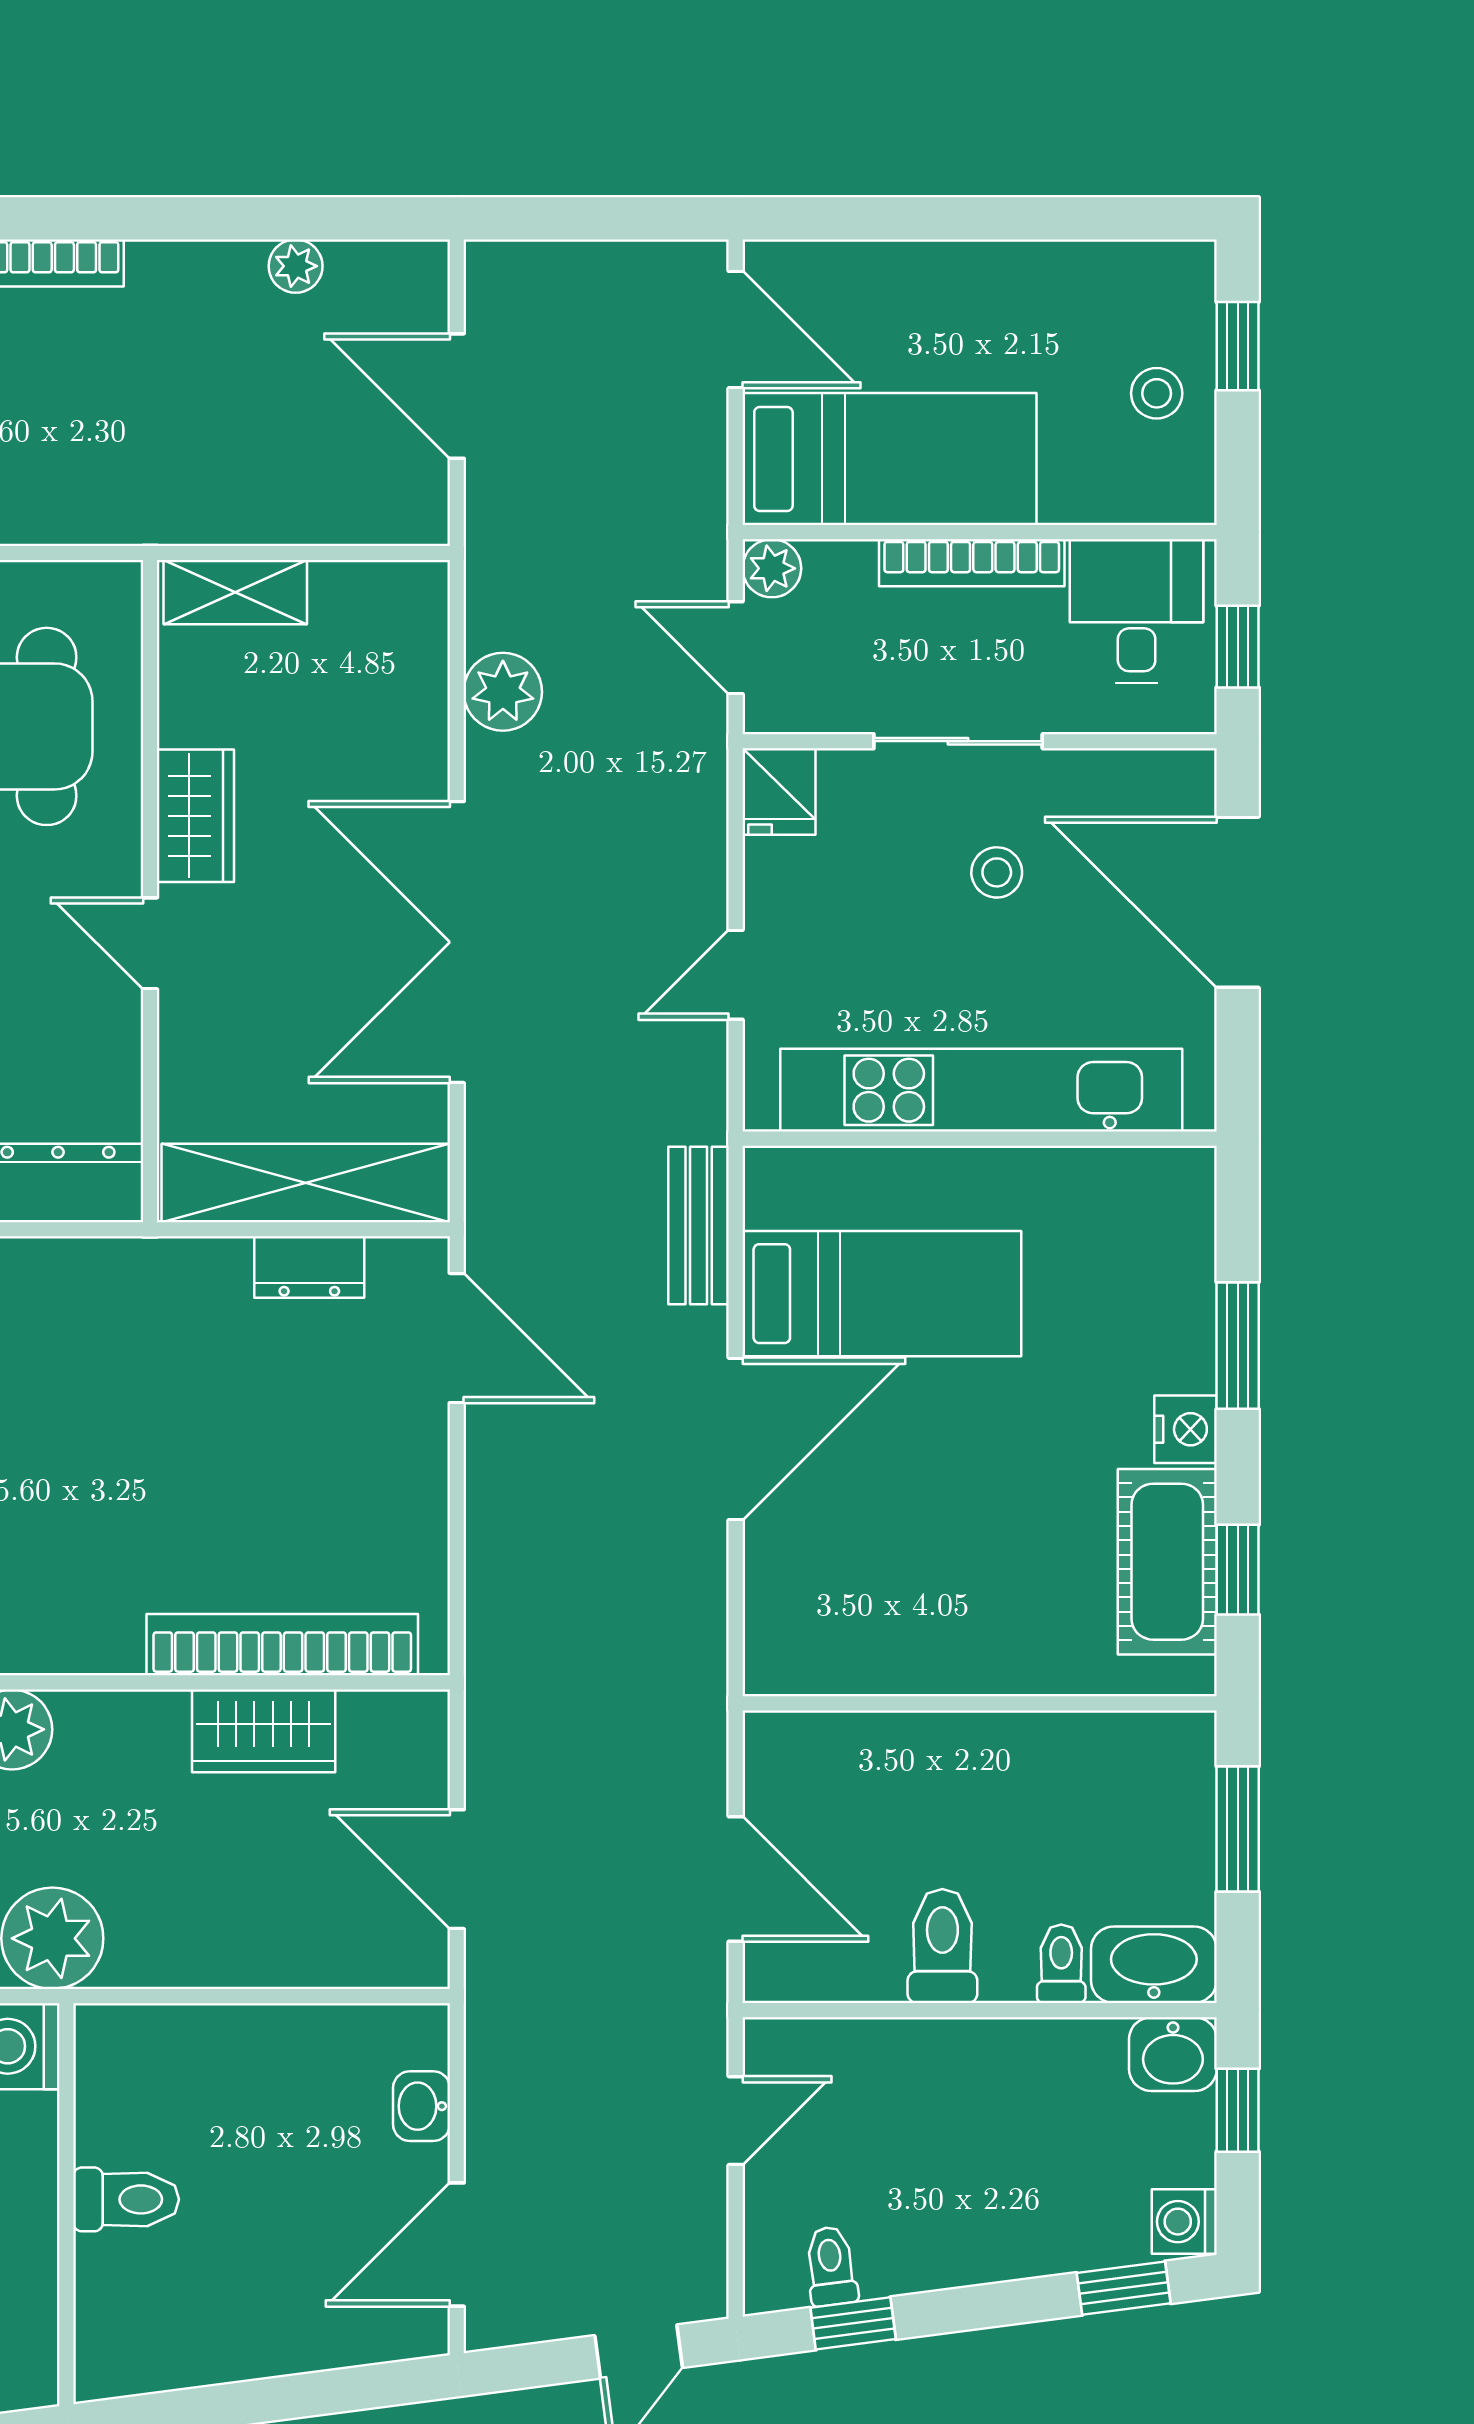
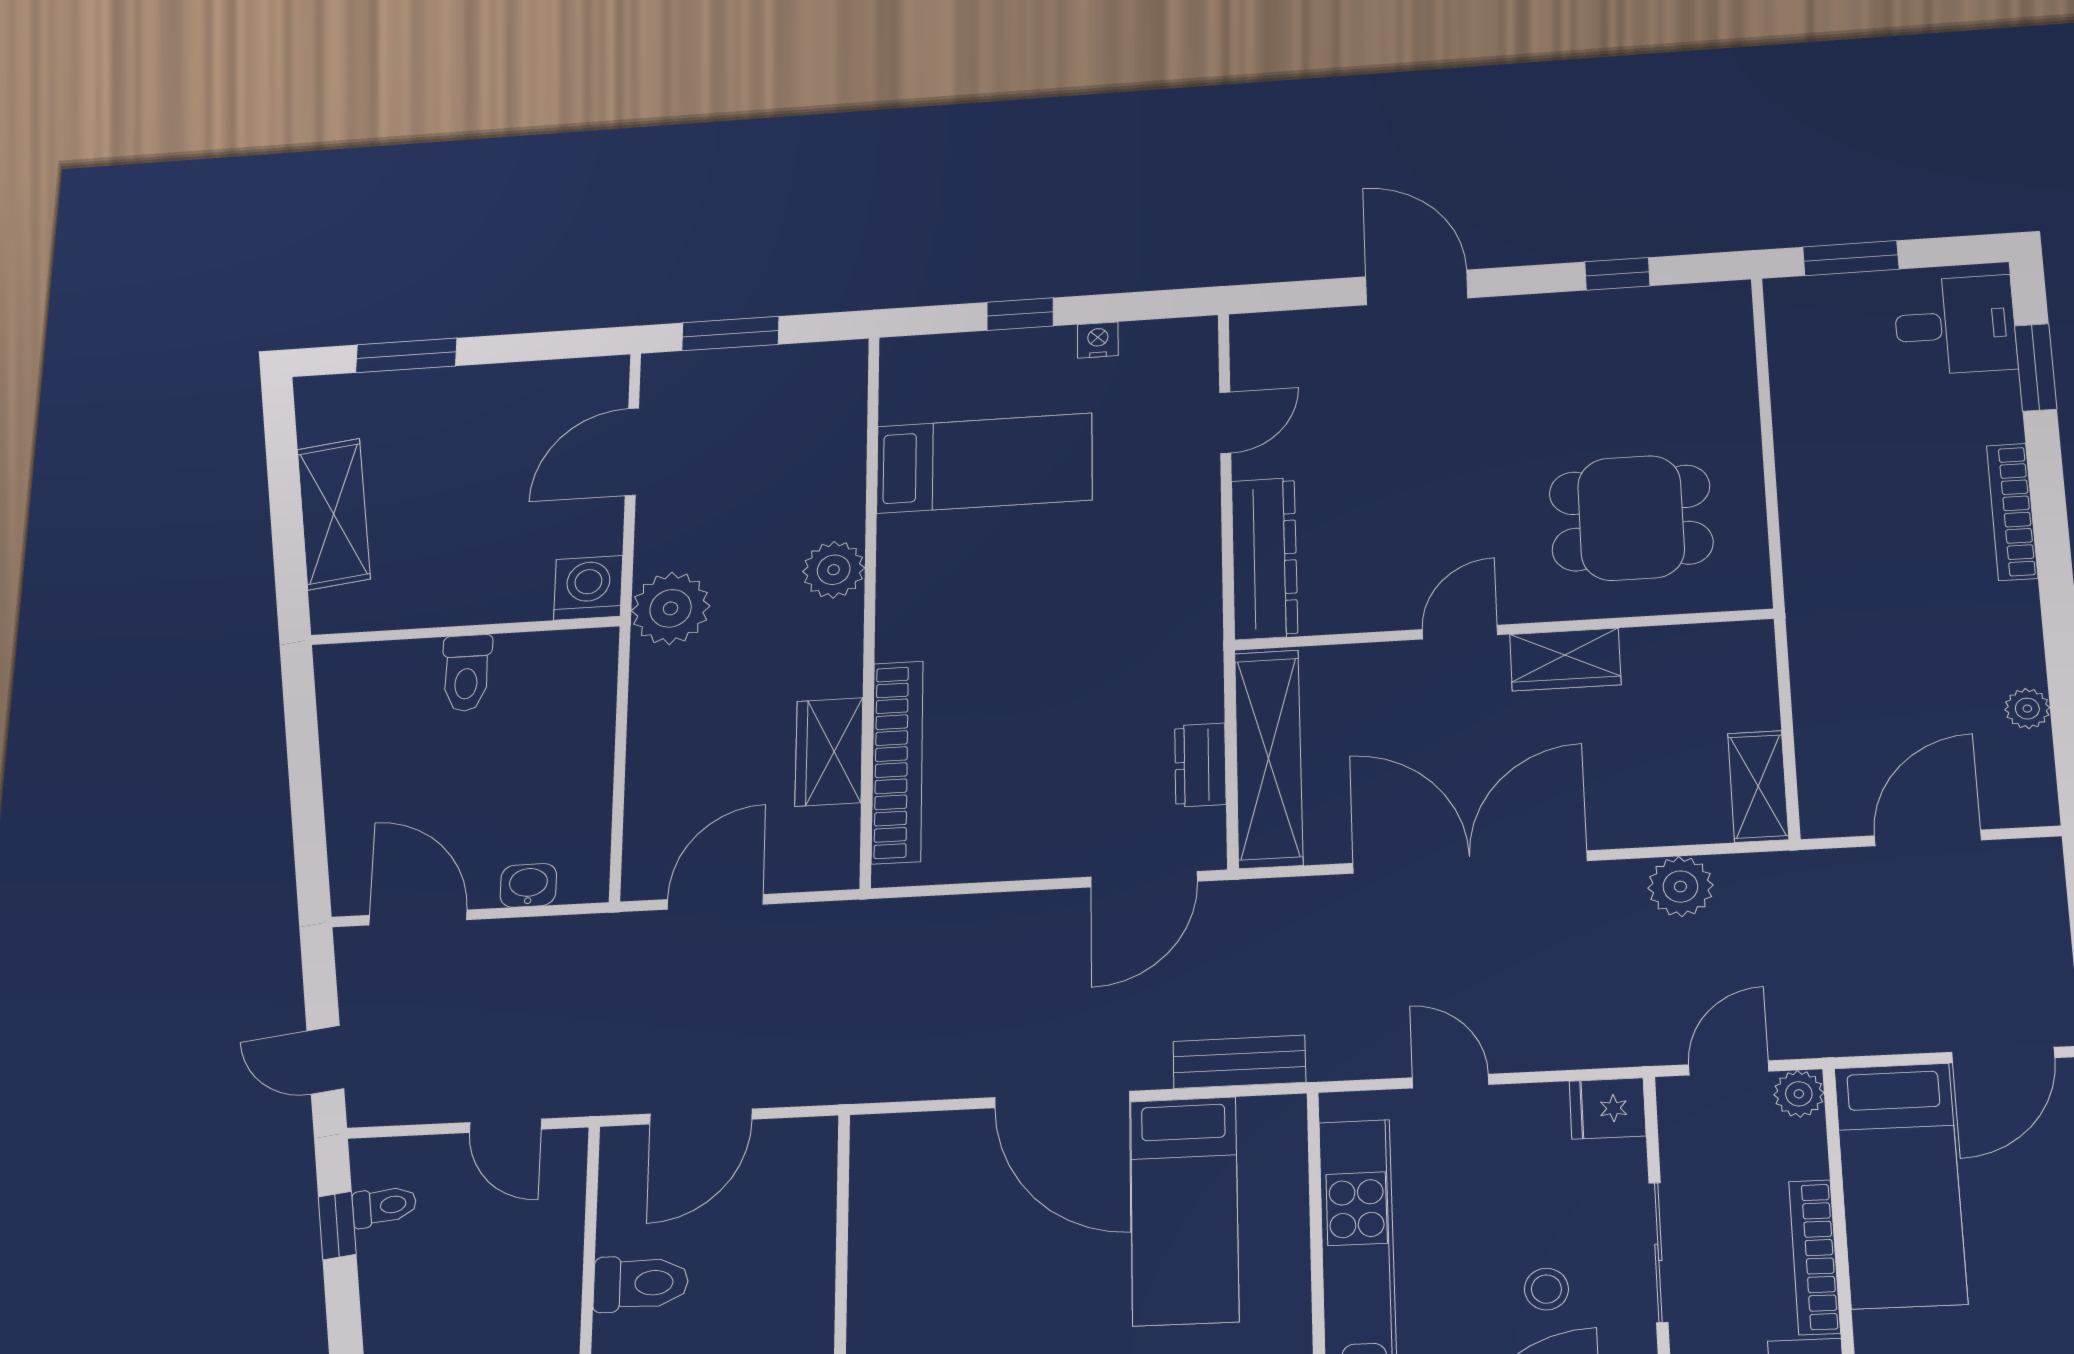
shelving: (235, 592) -> (1758, 786), moved

